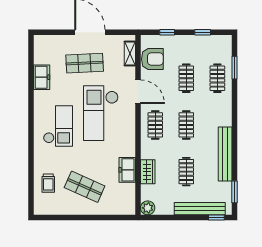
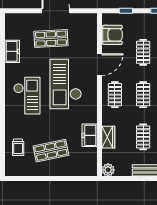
shelving: (130, 54) -> (92, 30), removed
door: (138, 92) -> (99, 65), hinge flipped
shop shelf: (85, 187) -> (51, 151), turned -36

